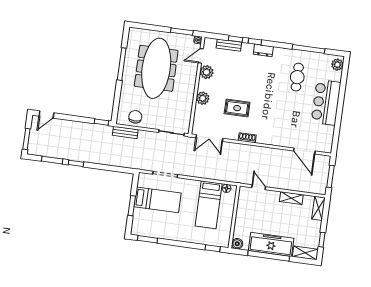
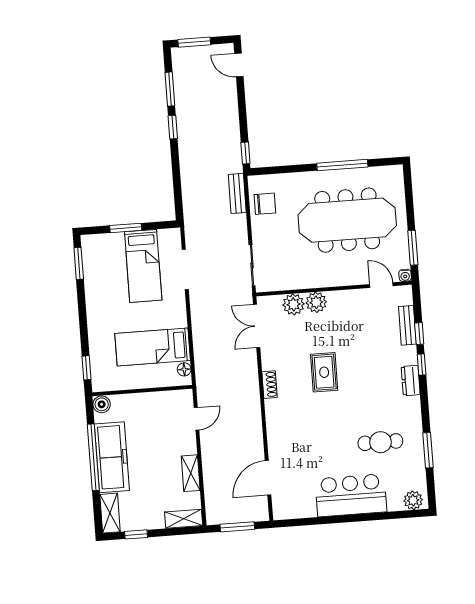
window: (309, 49) -> (428, 450), width x0.69
plant: (207, 72) -> (294, 304), moved
rug: (237, 108) -> (324, 372), moved

